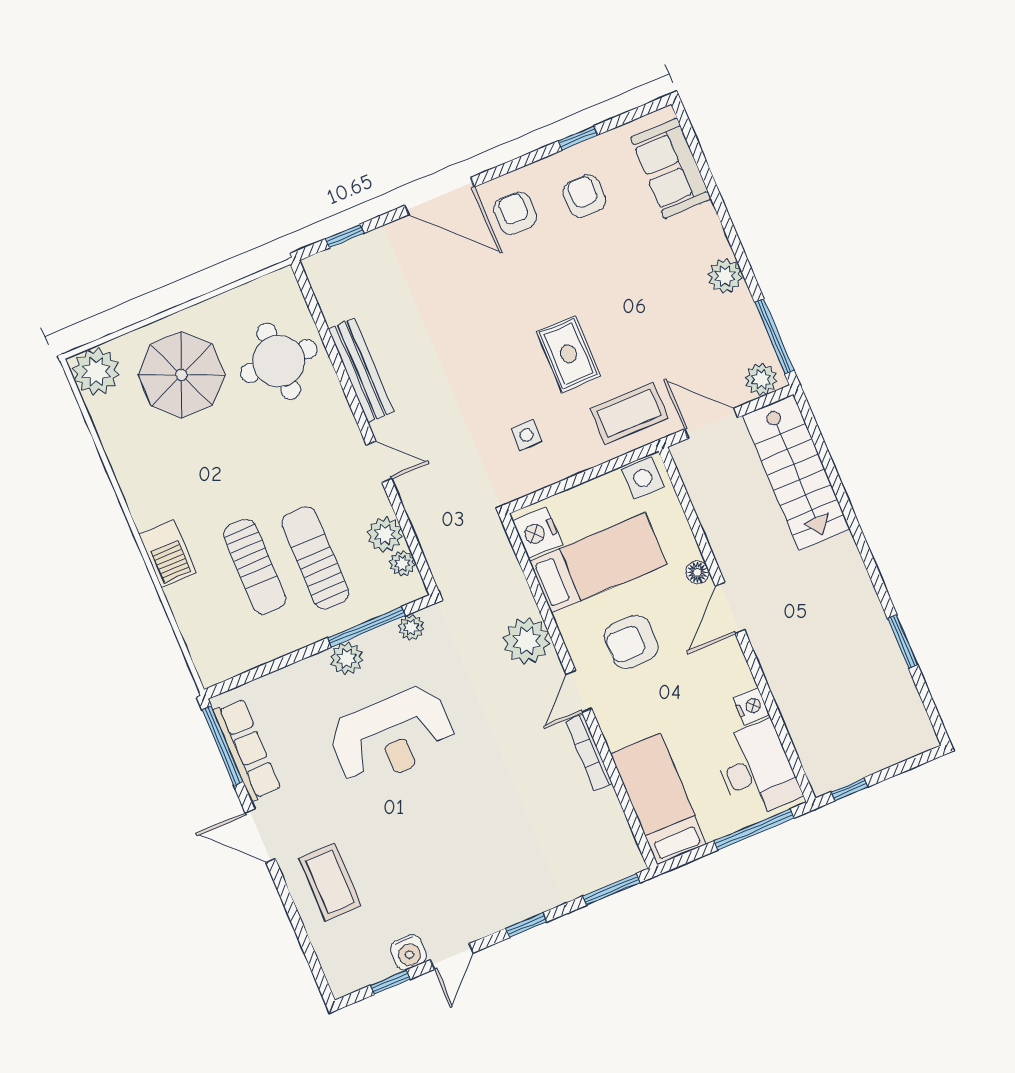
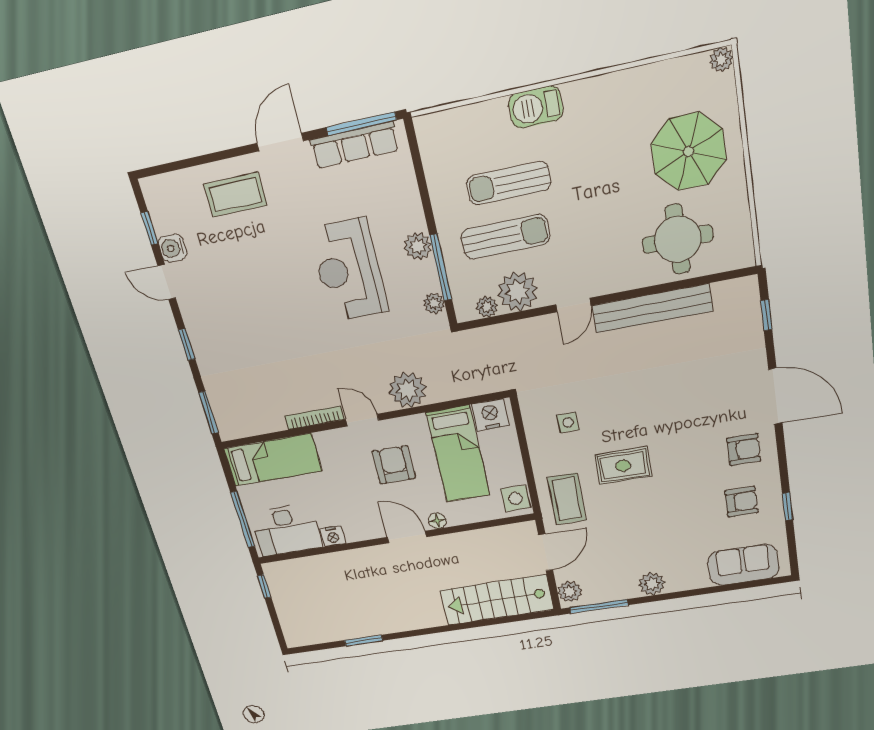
door: (440, 196) -> (775, 396), swing flipped
bench: (361, 370) -> (652, 308), width x1.37, depth x1.21
plant: (96, 372) -> (721, 59), width x0.53, depth x0.53
plant: (385, 534) -> (517, 292), width x1.36, depth x1.36

